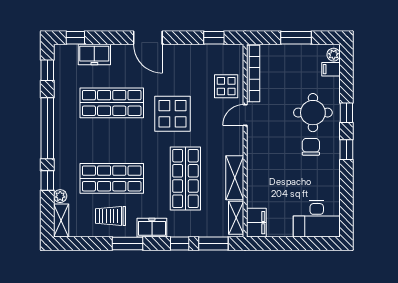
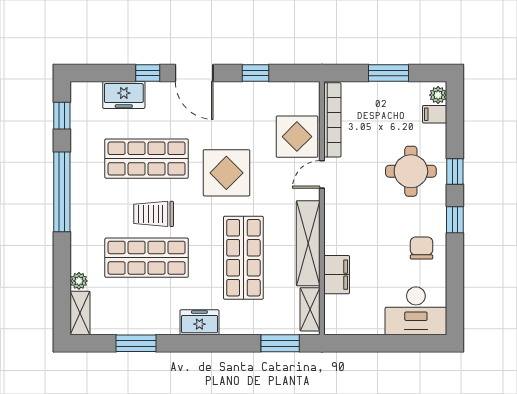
window: (75, 38) -> (148, 73), moved
window: (214, 38) -> (255, 73), moved
display table: (226, 86) -> (297, 137), width x1.36, depth x1.36
chair: (311, 147) -> (421, 248), moved
shelving: (235, 178) -> (308, 243), width x1.47
window: (47, 181) -> (62, 261), removed
trolley: (111, 216) -> (154, 214), moved
filing cabinet: (256, 223) -> (337, 275), moved
window: (128, 244) -> (136, 343), moved
window: (180, 244) -> (236, 343), removed

